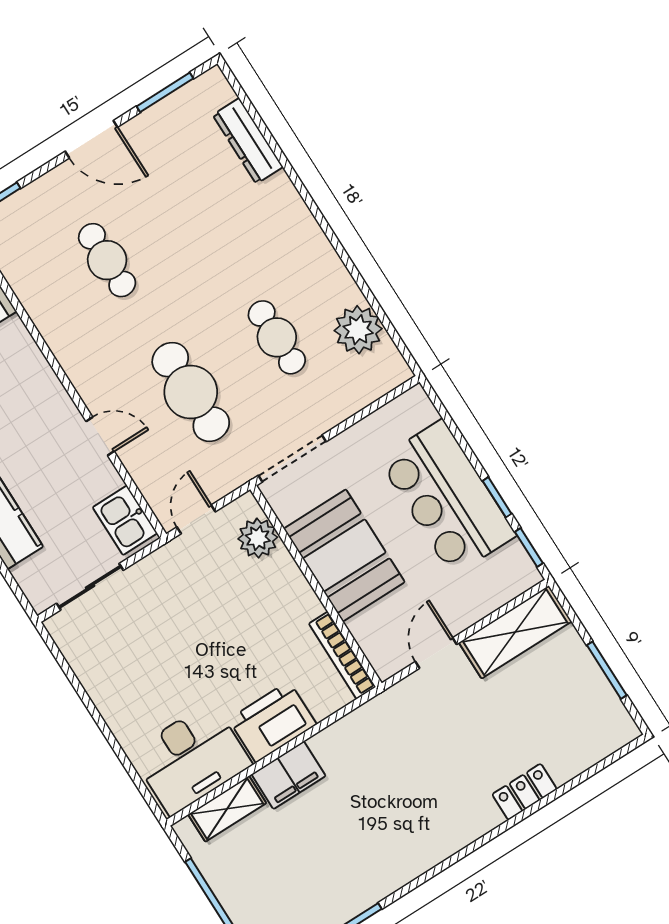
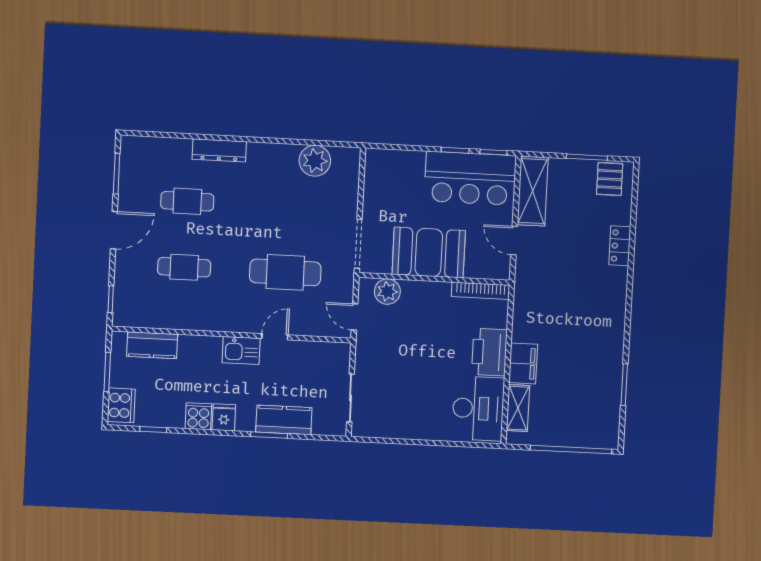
dresser: (248, 141) -> (219, 150), moved
cafe table: (277, 337) -> (187, 201), moved
bar counter: (447, 498) -> (470, 178), moved
kitchen sink: (125, 520) -> (241, 351), moved
pallet: (600, 719) -> (610, 179), added

